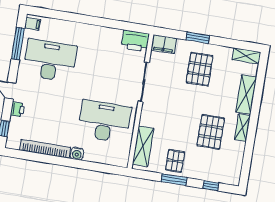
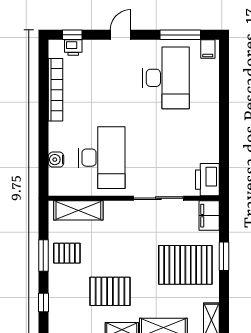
pallet: (200, 69) -> (185, 265), width x1.37, depth x1.41
printer: (17, 109) -> (73, 48), moved
water cooler: (77, 154) -> (56, 160), moved

